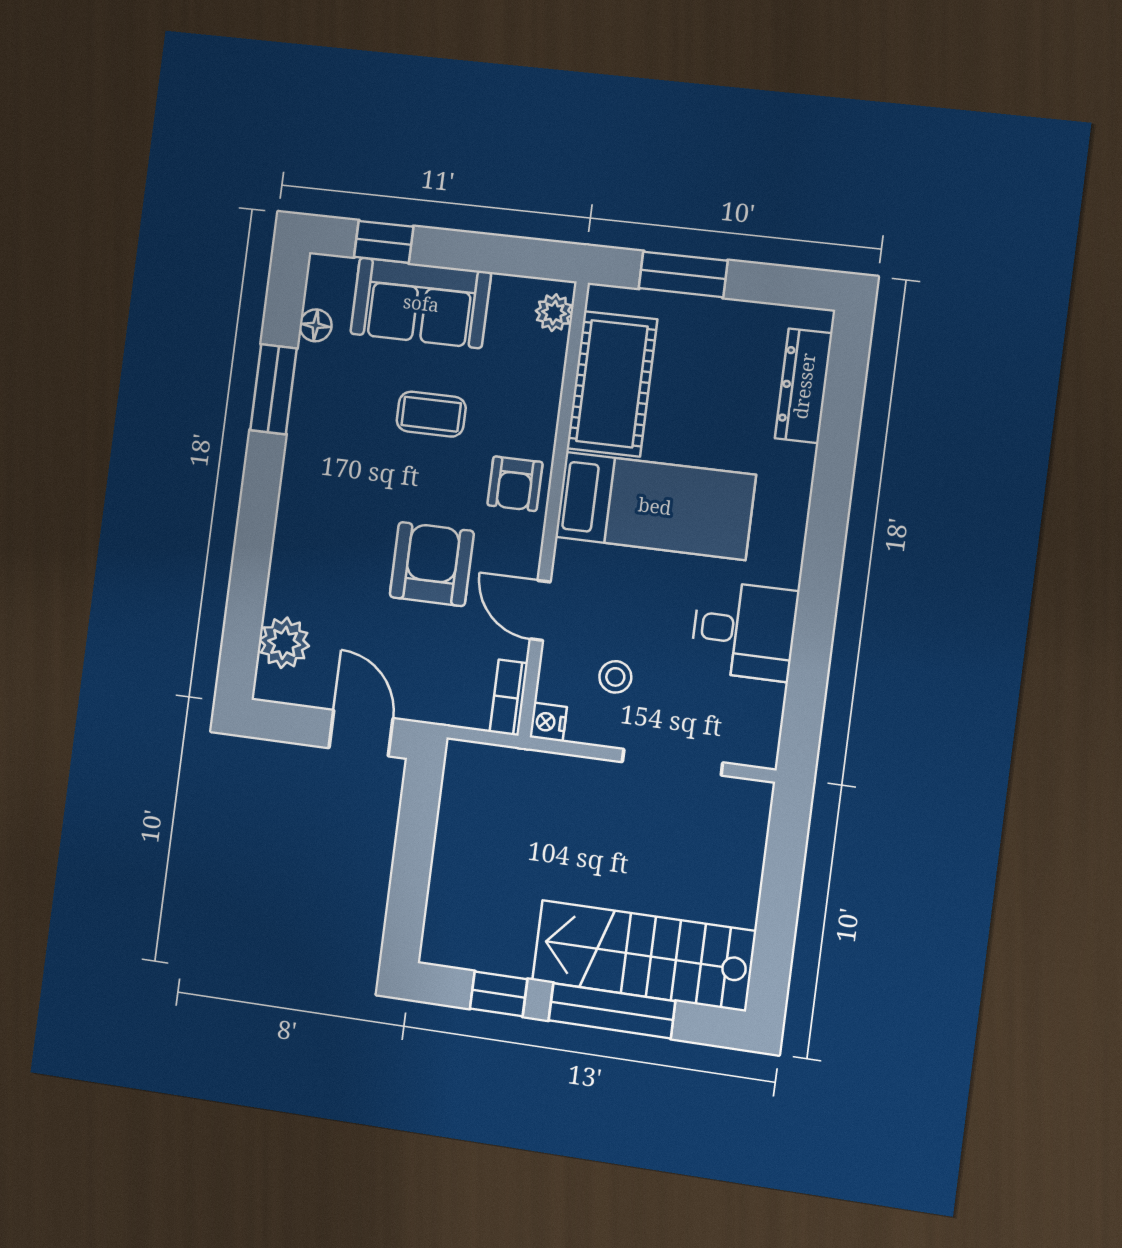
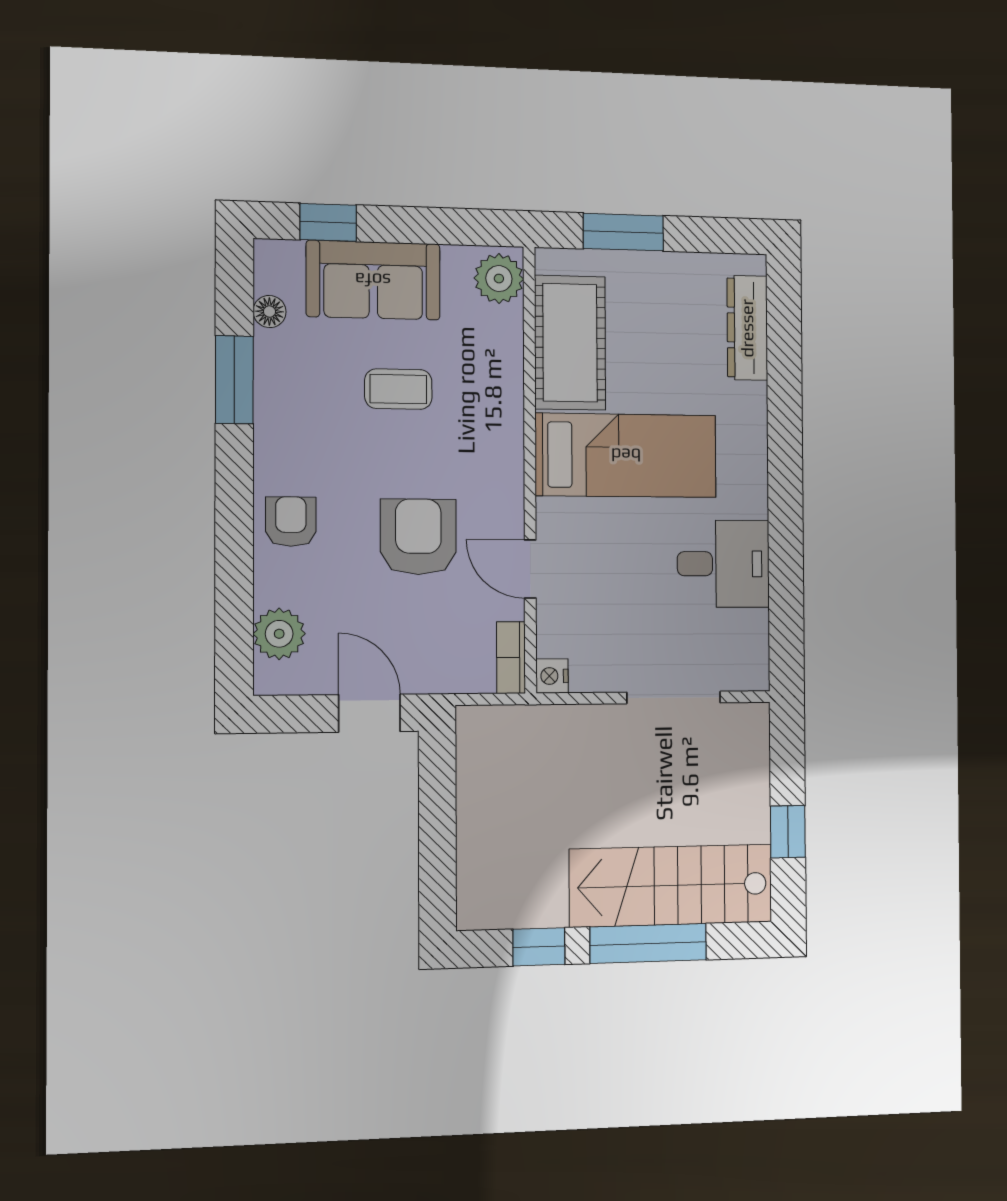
plant: (554, 313) -> (499, 279), width x1.38, depth x1.38
armchair: (515, 484) -> (291, 522), moved, turned 180
stool: (615, 677) -> (610, 624), removed
window: (777, 921) -> (788, 832), added

